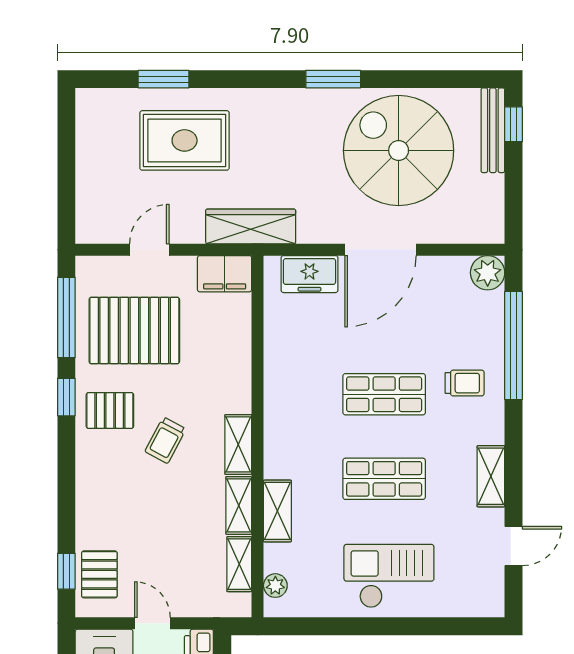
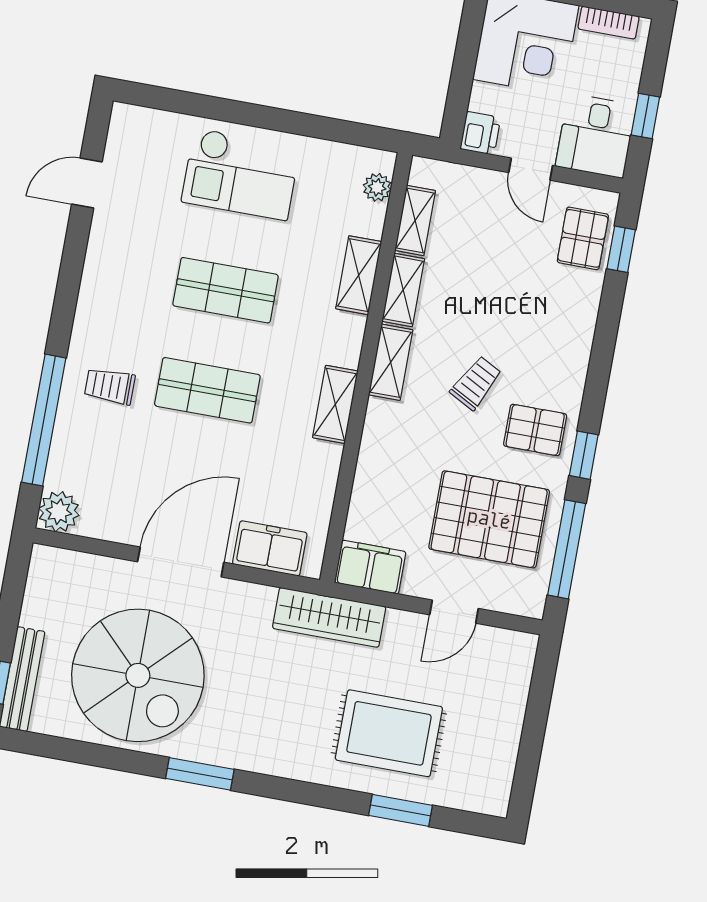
shelving: (491, 476) -> (335, 404), moved

